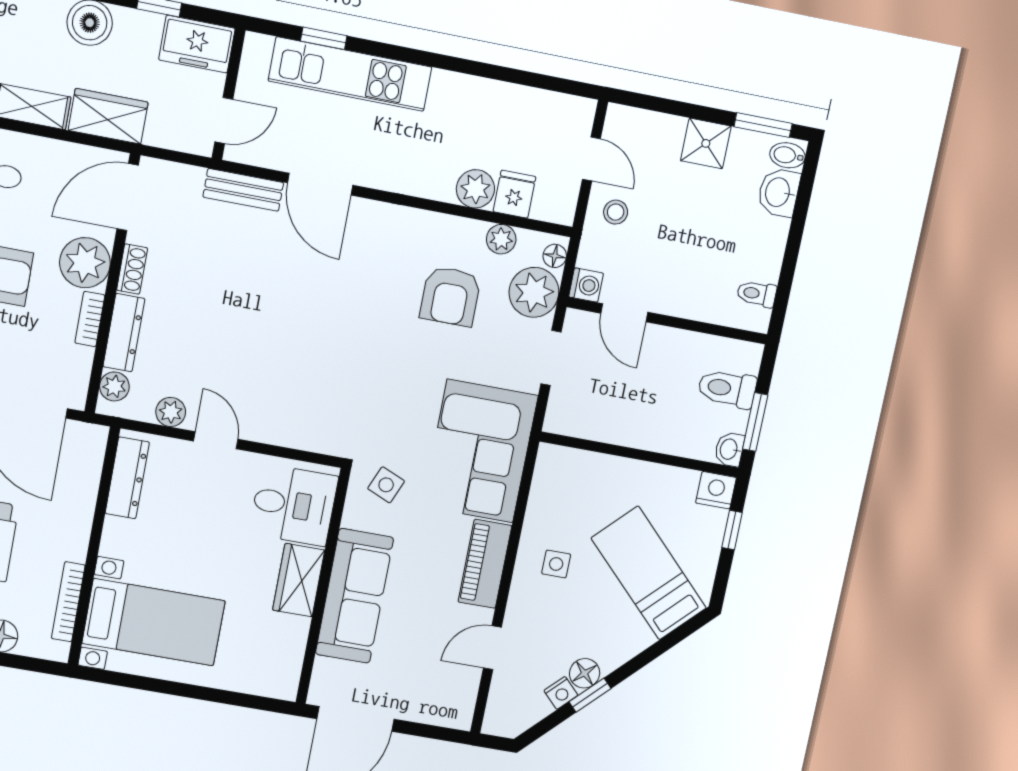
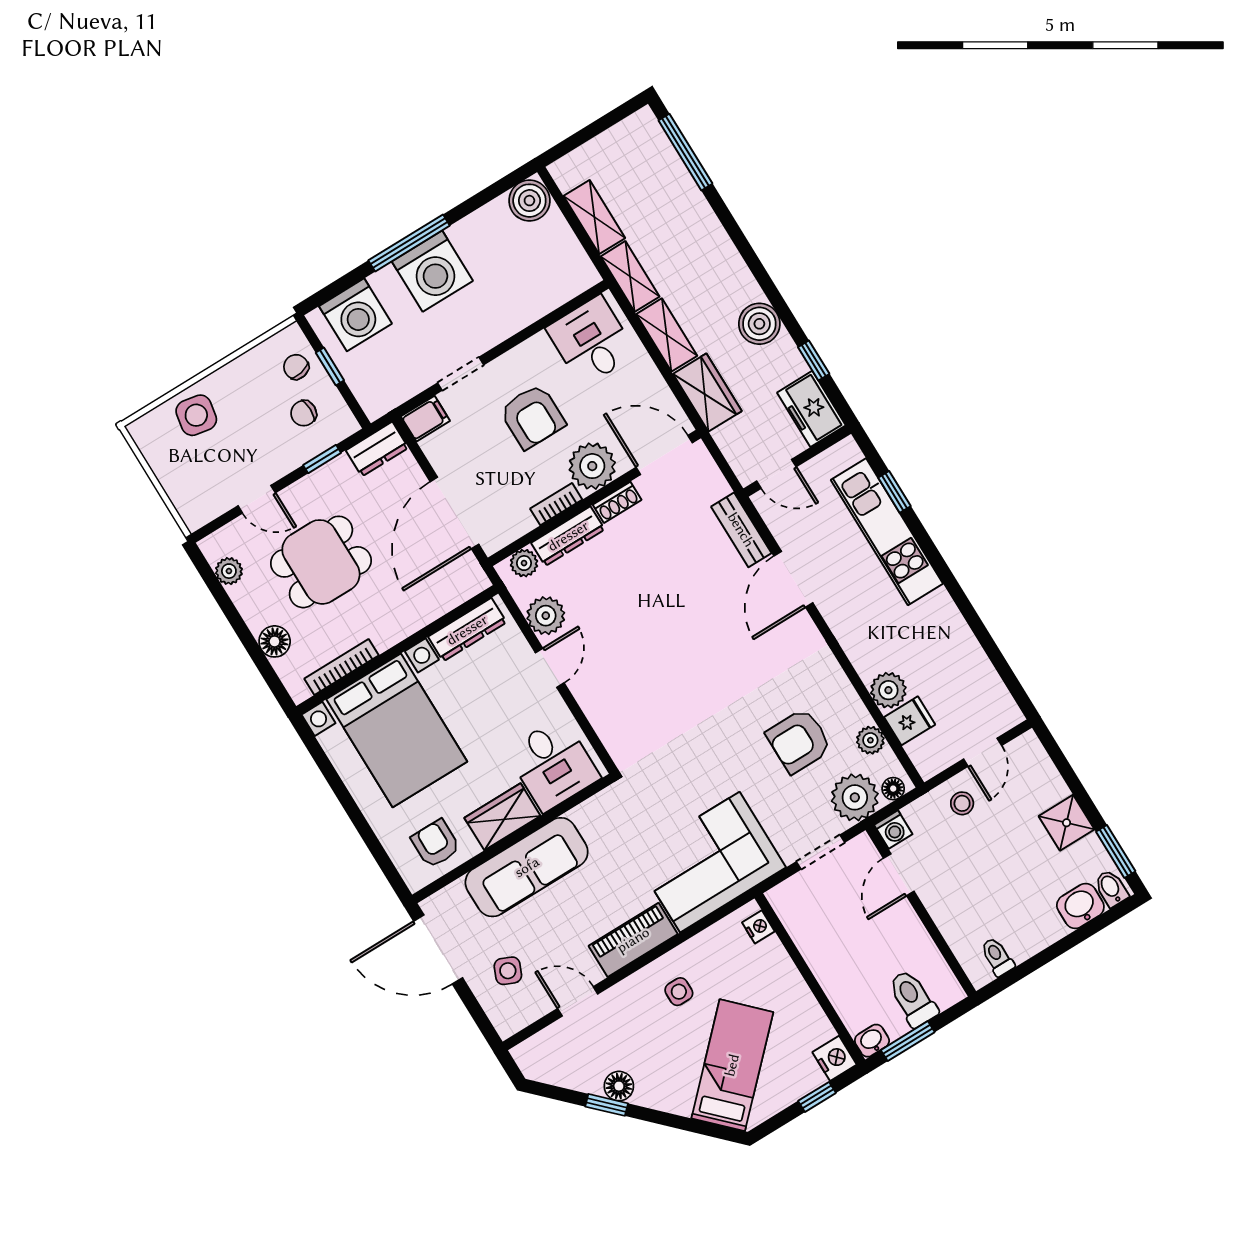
plant: (171, 412) -> (546, 616), width x1.38, depth x1.38
side table: (386, 485) -> (508, 971), moved
bed with nightstands: (154, 622) -> (397, 730), width x1.36
armchair: (272, 650) -> (436, 844), added
nightstand: (561, 693) -> (758, 927), moved, turned -135

